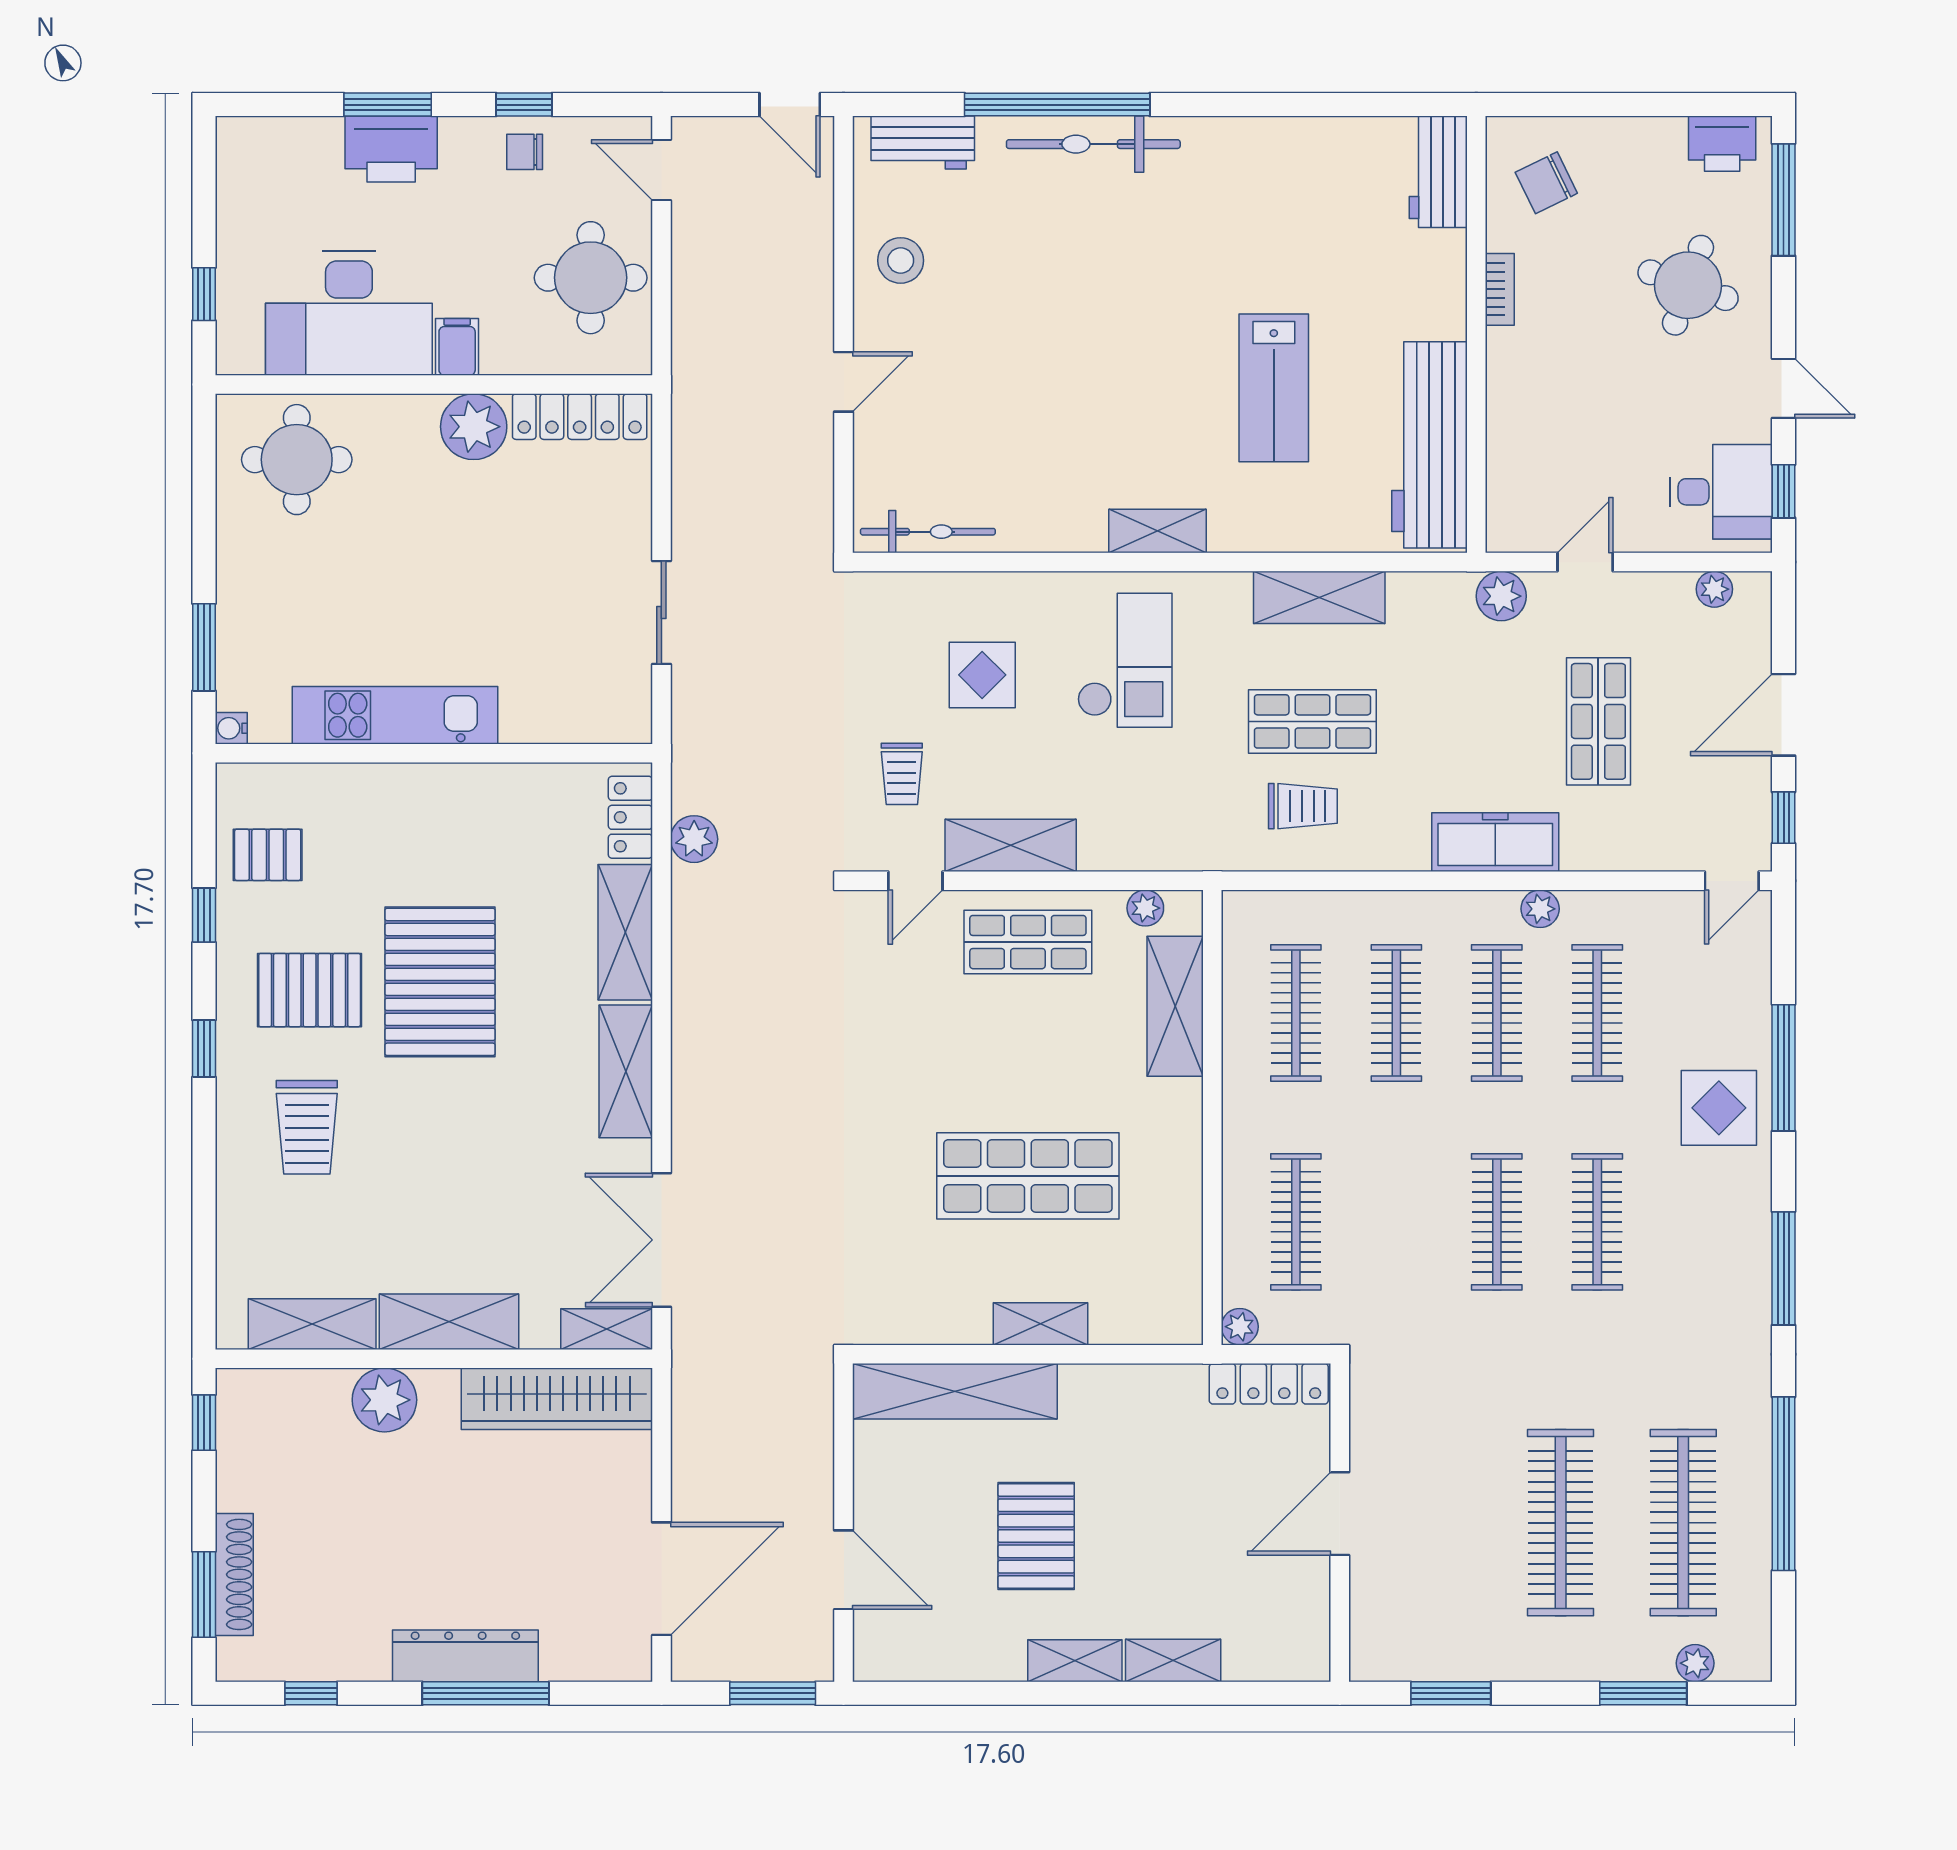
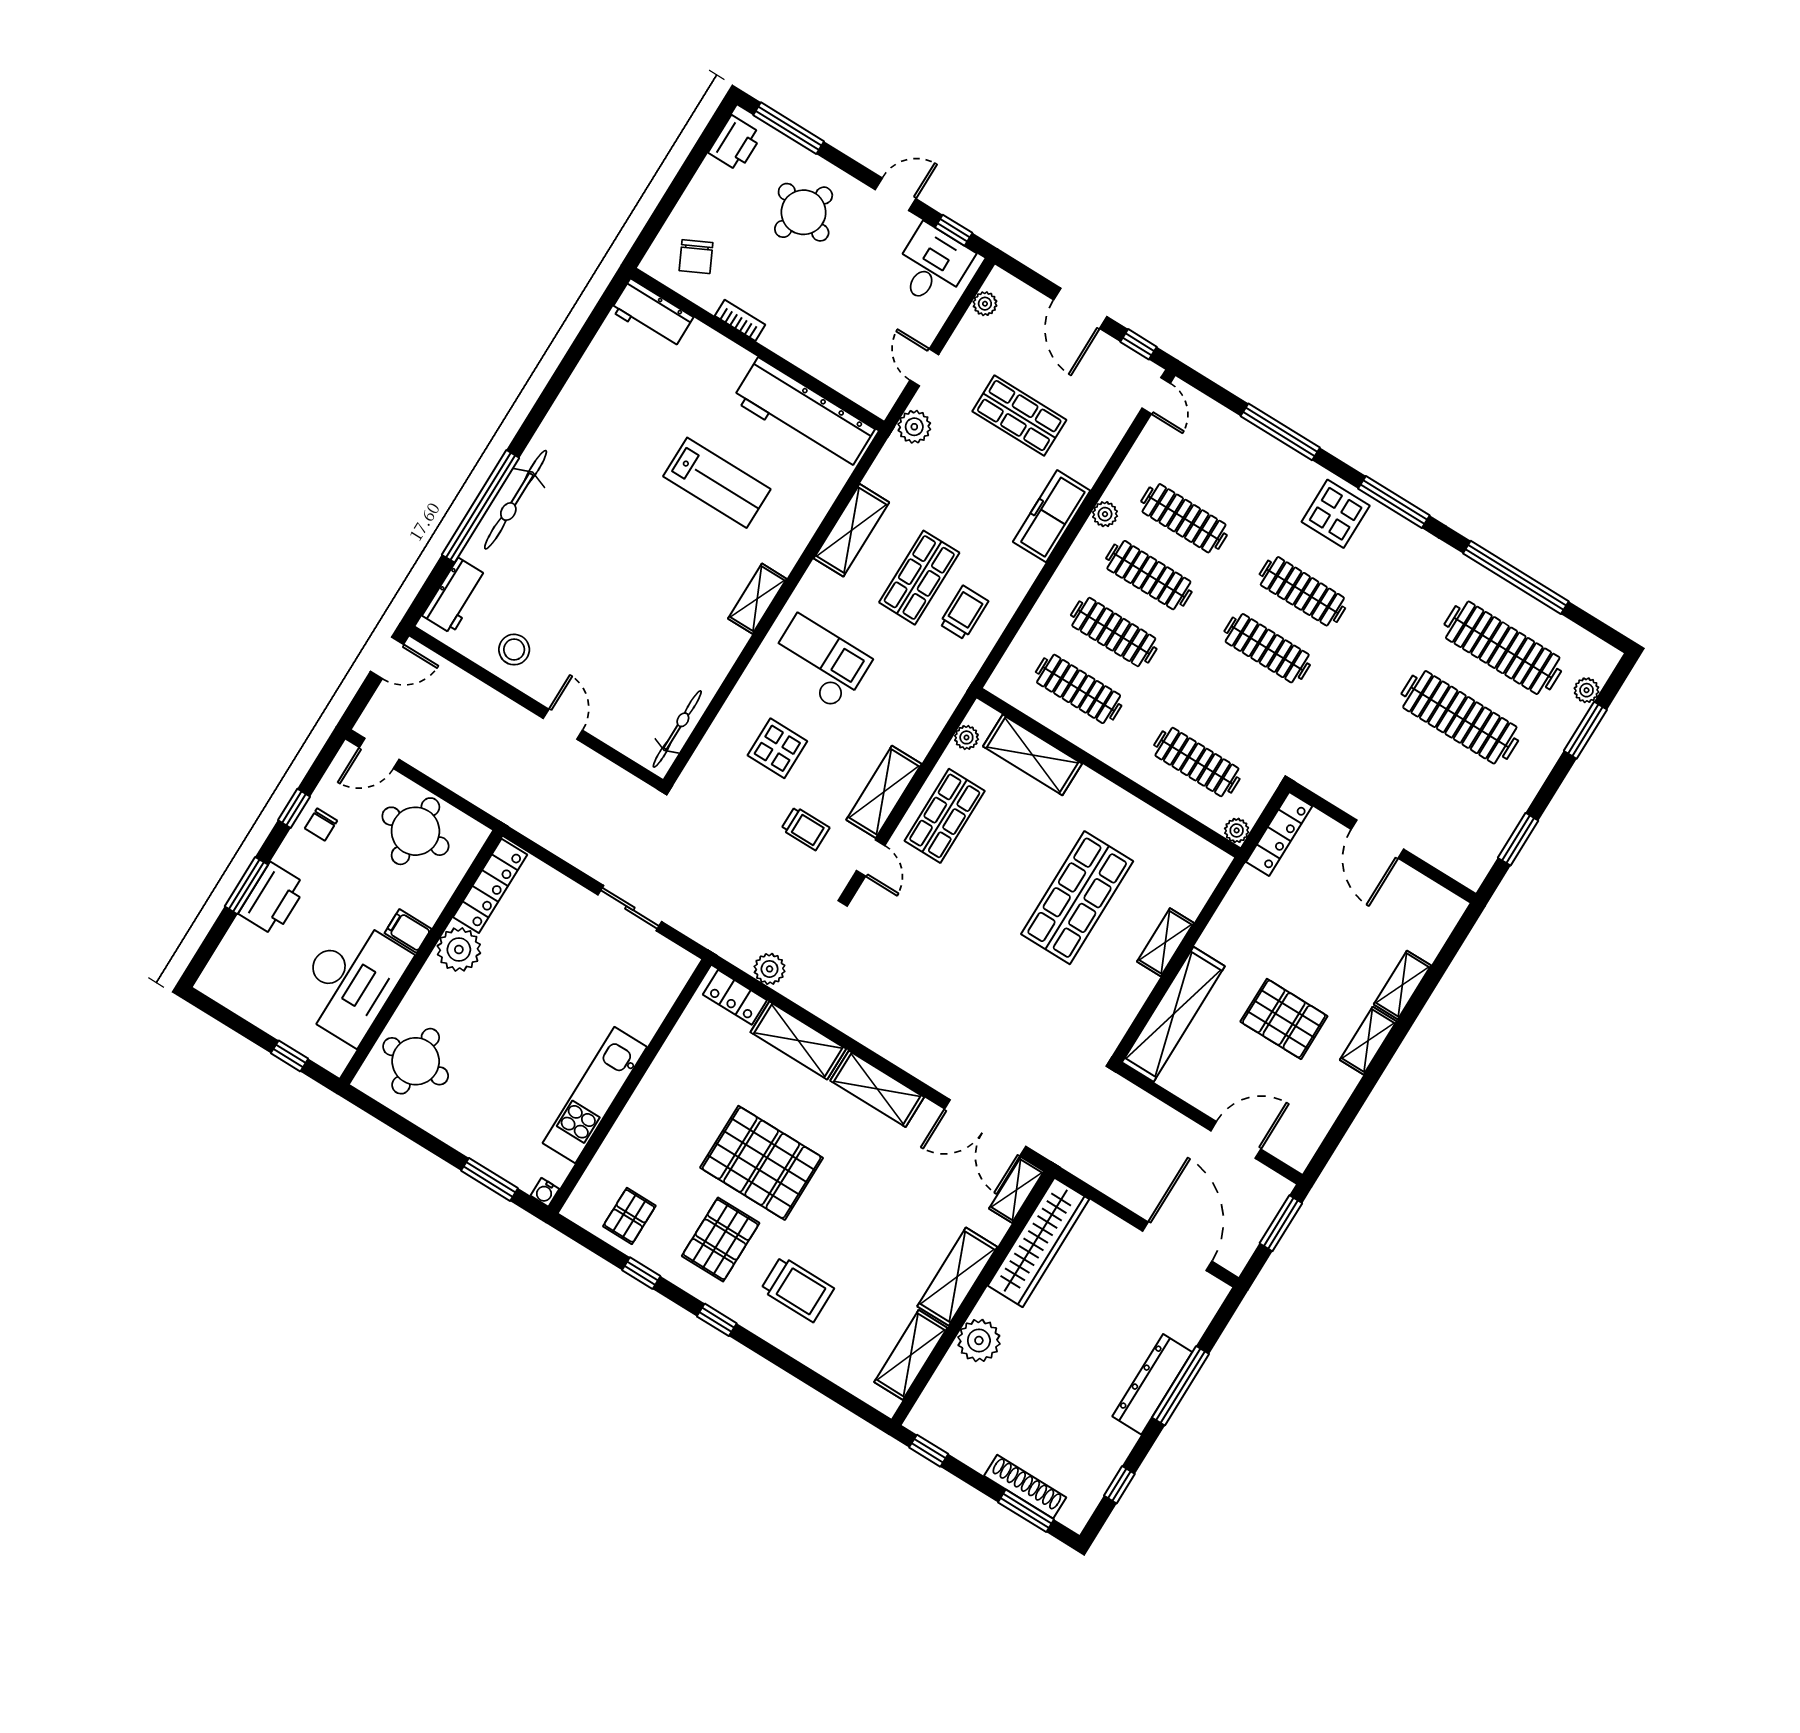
display table: (1719, 1108) -> (1336, 514), moved

